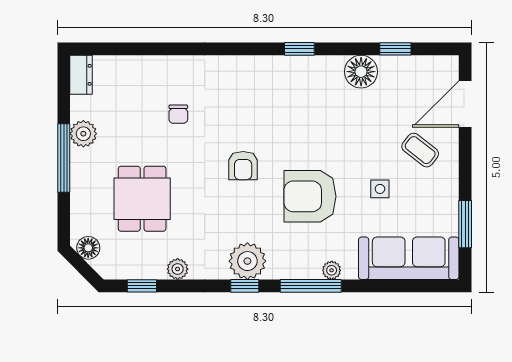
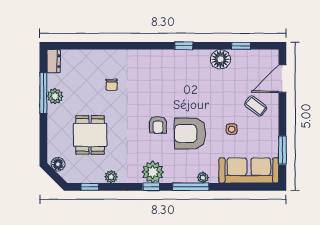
window: (64, 158) -> (43, 93), moved
armchair: (243, 166) -> (158, 125), moved

